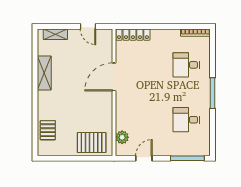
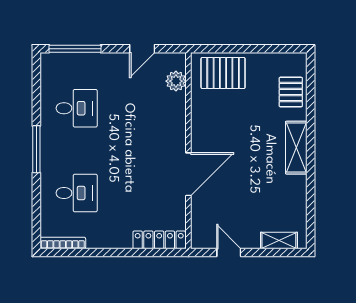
shelving: (44, 73) -> (296, 148), moved

